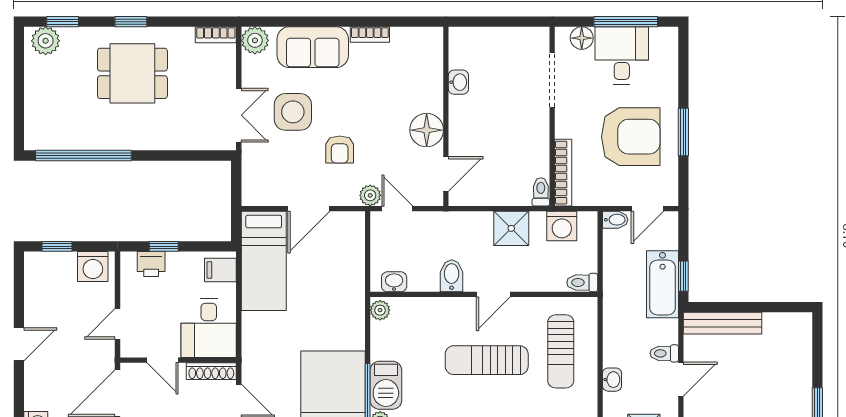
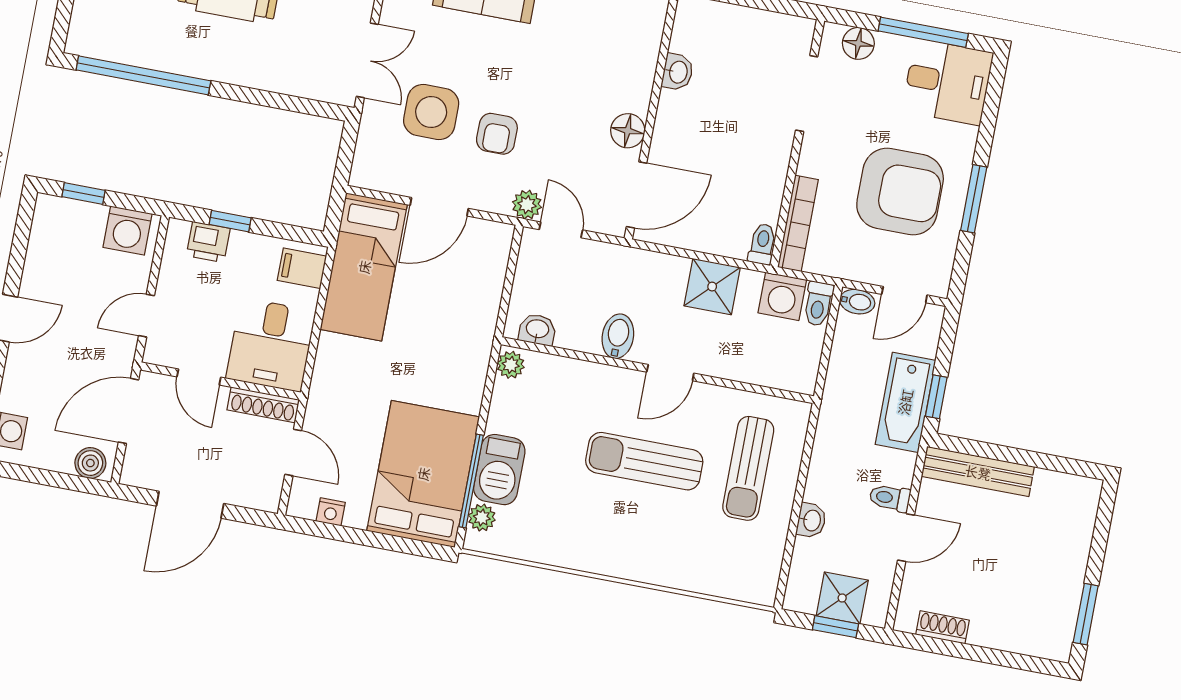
desk: (622, 55) -> (948, 82), moved, turned 90
side table: (293, 112) -> (431, 112), moved
floor lamp: (427, 130) -> (628, 131), width x0.73, depth x0.73
door: (446, 174) -> (637, 195), width x1.38
toilet: (582, 283) -> (818, 304), moved, turned -90

